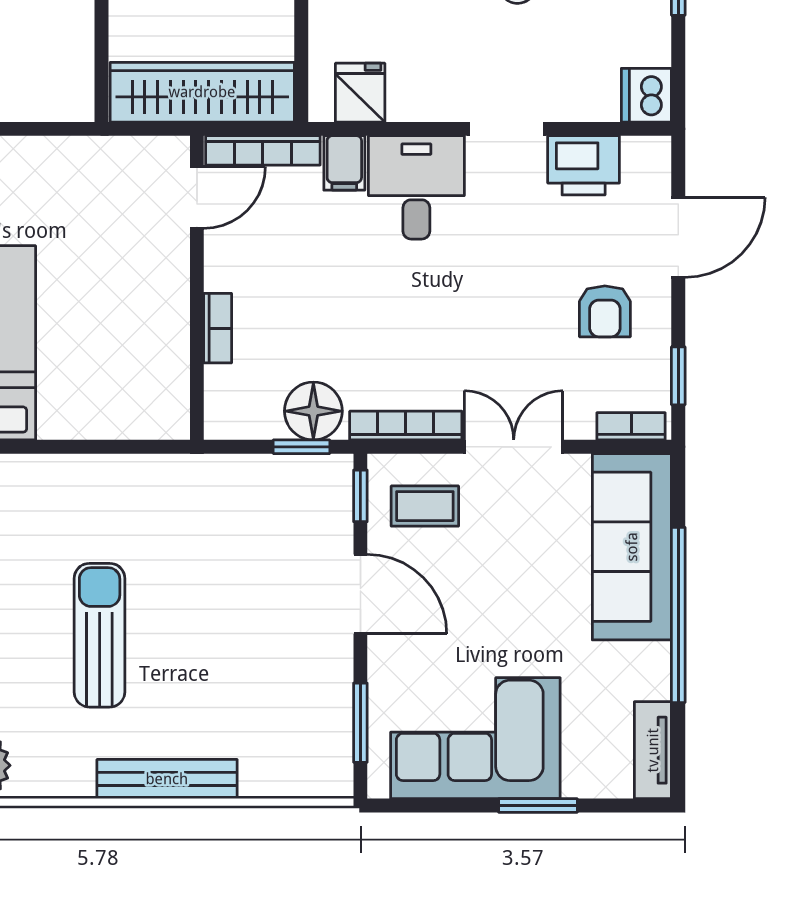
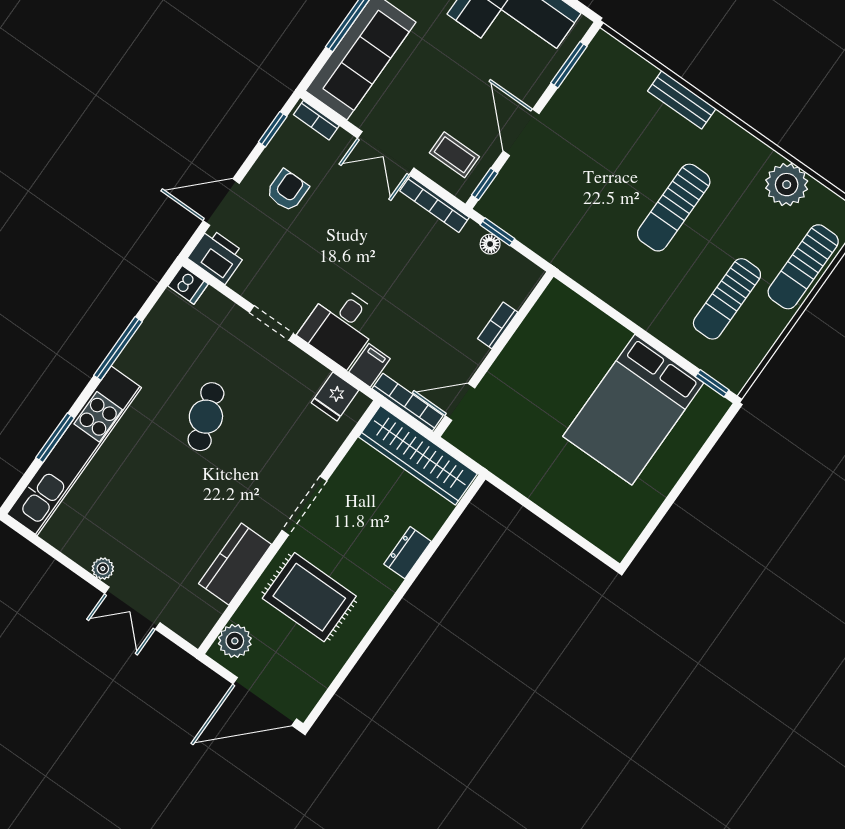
dishwasher: (646, 95) -> (188, 285), width x0.73
printer: (584, 165) -> (217, 256), moved
floor lamp: (313, 411) -> (490, 244), width x0.53, depth x0.53
bench: (167, 779) -> (682, 100), width x0.73

